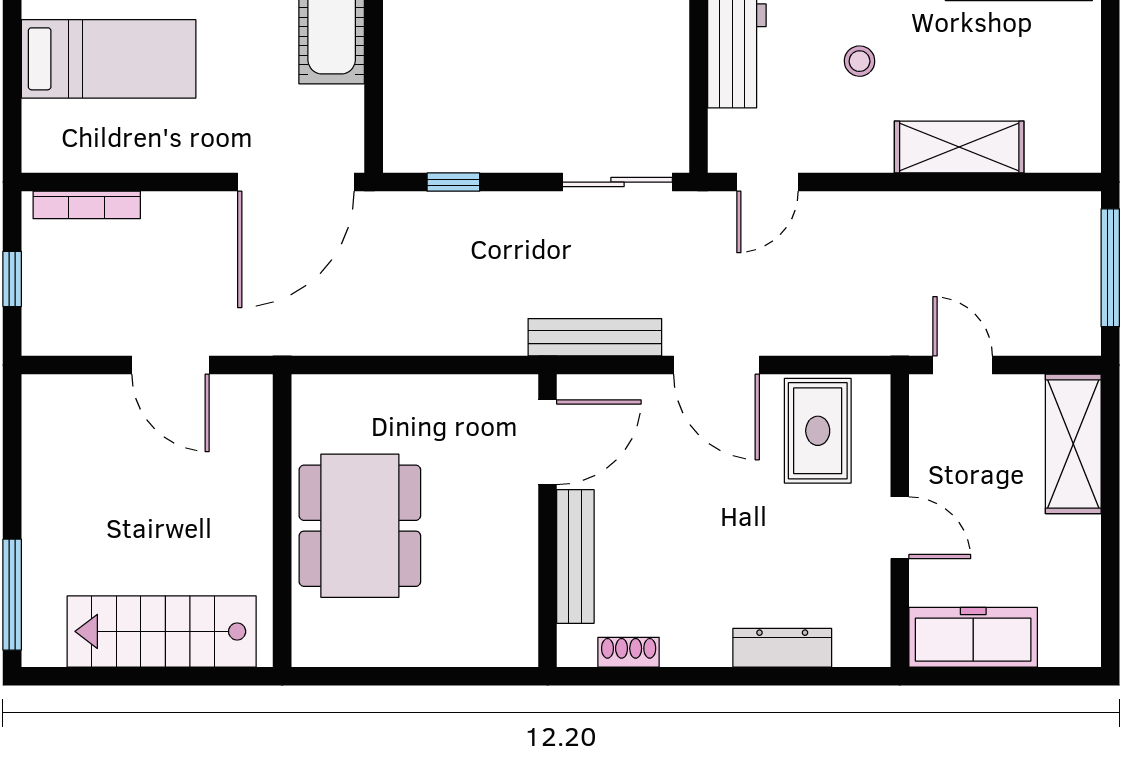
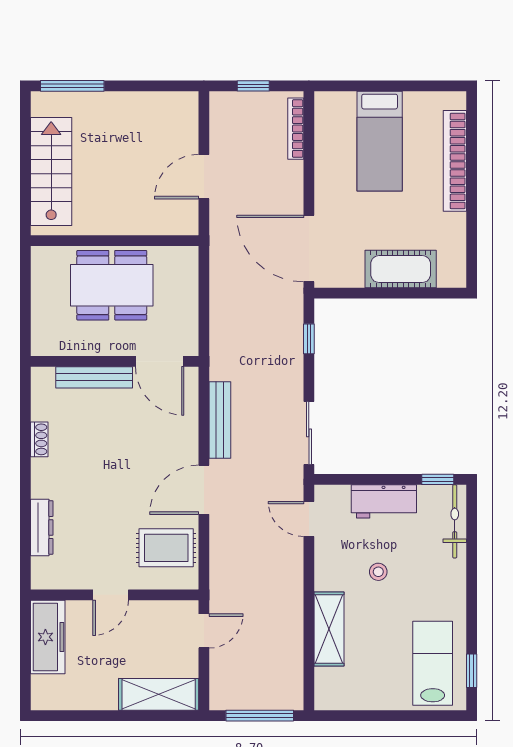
door: (547, 442) -> (160, 361), moved
wall: (547, 521) -> (115, 361), moved
bench: (575, 556) -> (94, 377), moved

